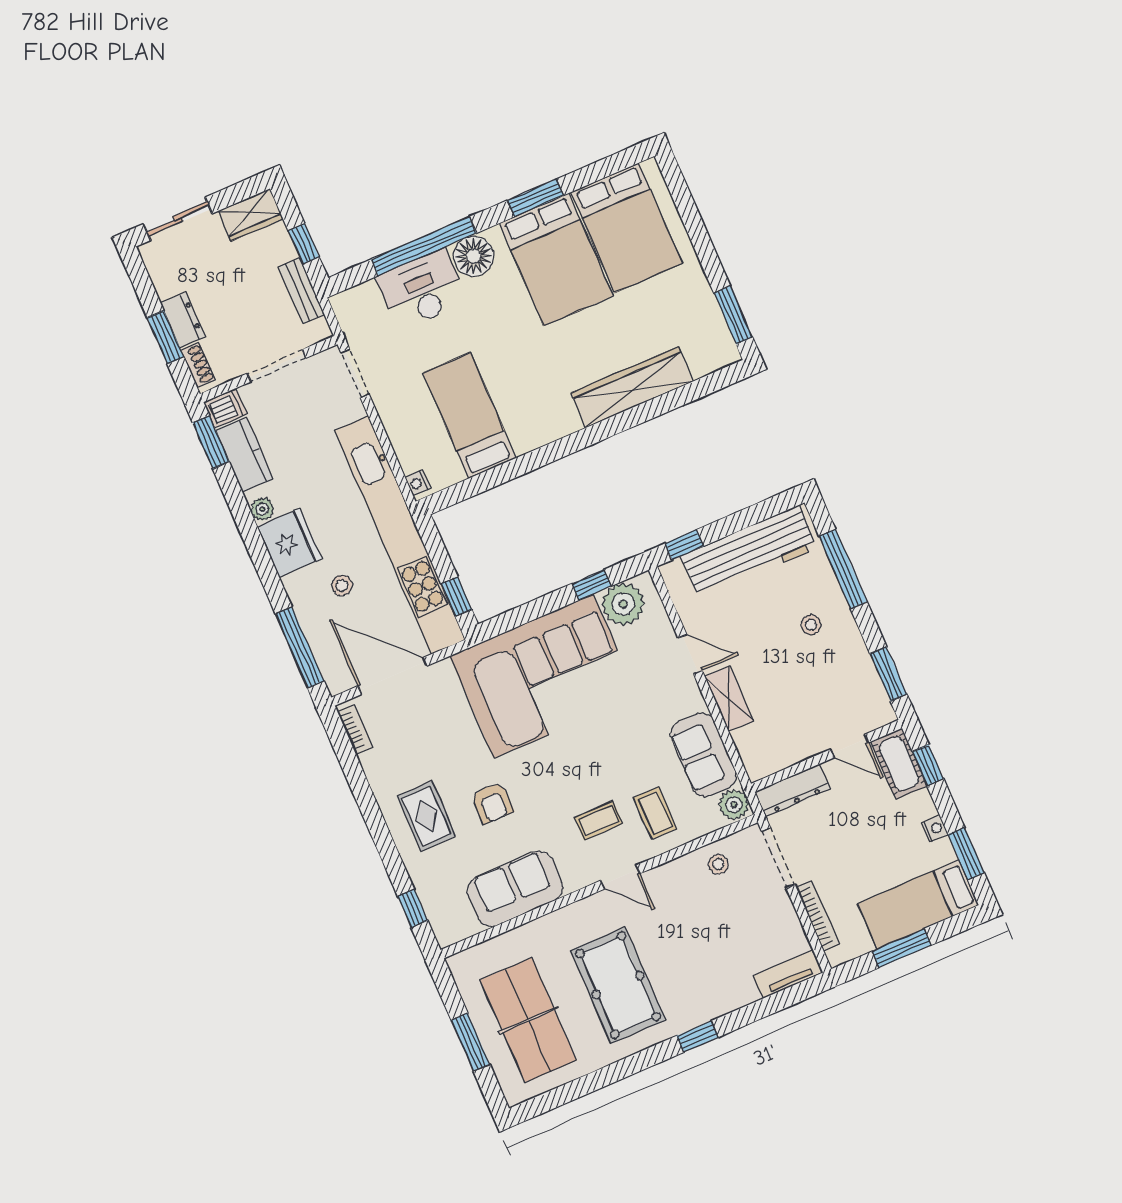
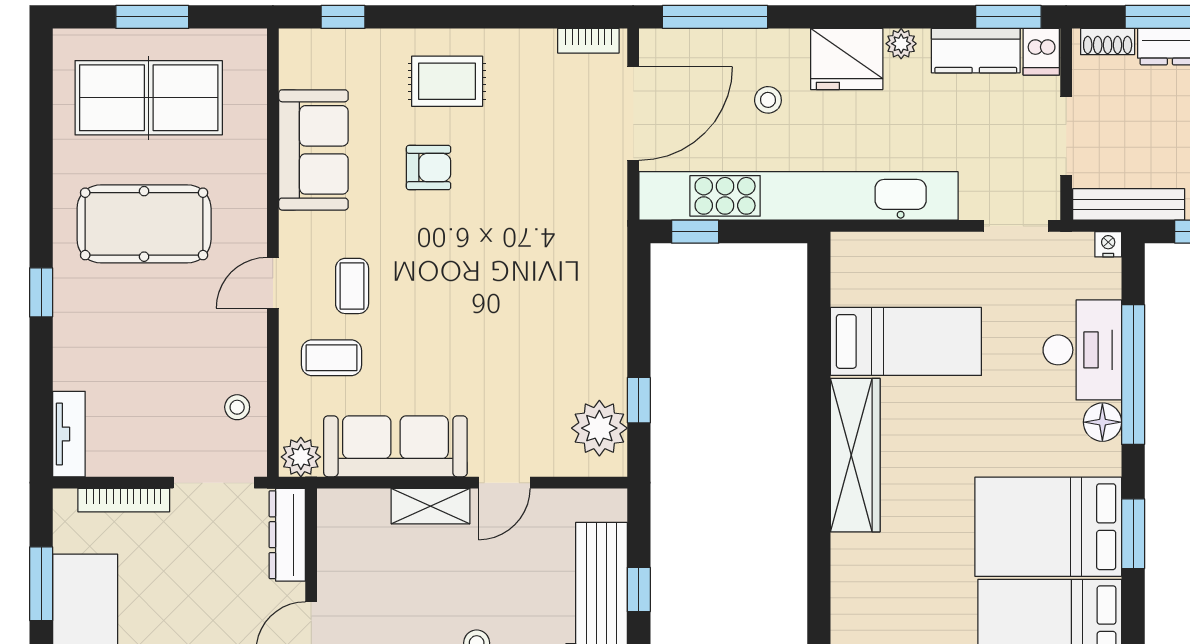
floor lamp: (474, 256) -> (1102, 422), width x0.73, depth x0.73
bench: (301, 291) -> (1129, 204), width x1.36
wardrobe: (632, 387) -> (855, 455), moved
nightstand: (418, 483) -> (1108, 244), moved
window: (684, 545) -> (639, 589), moved
corner sofa: (543, 676) -> (554, 295), removed
sofa: (704, 755) -> (395, 446), width x1.36
armchair: (492, 803) -> (429, 168), turned 180

